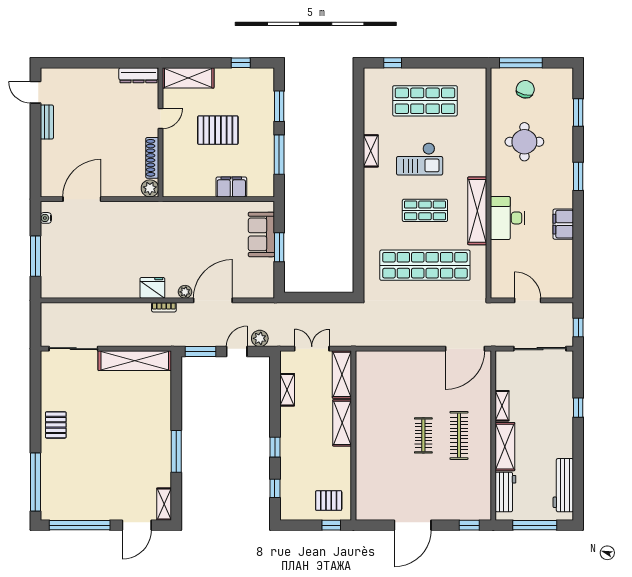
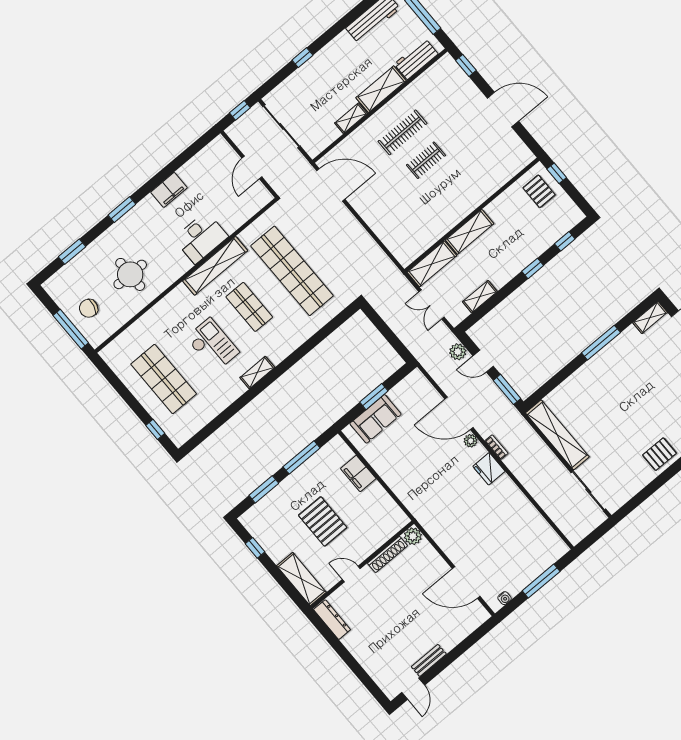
shelving: (371, 151) -> (257, 372), moved

